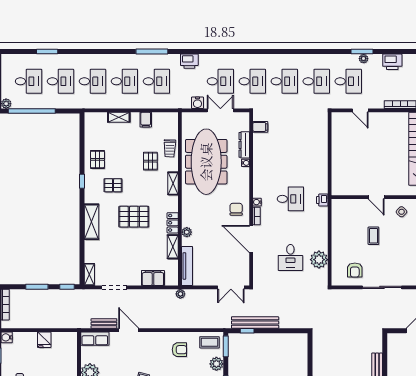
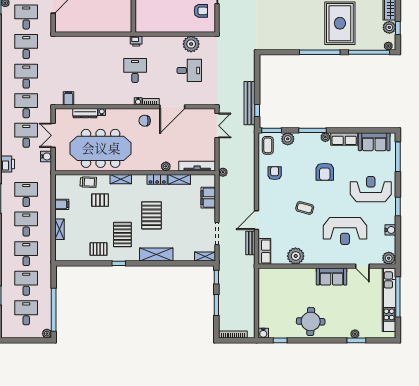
pallet: (113, 185) -> (122, 235), width x1.50, depth x1.42
fridge: (44, 340) -> (265, 298), removed

